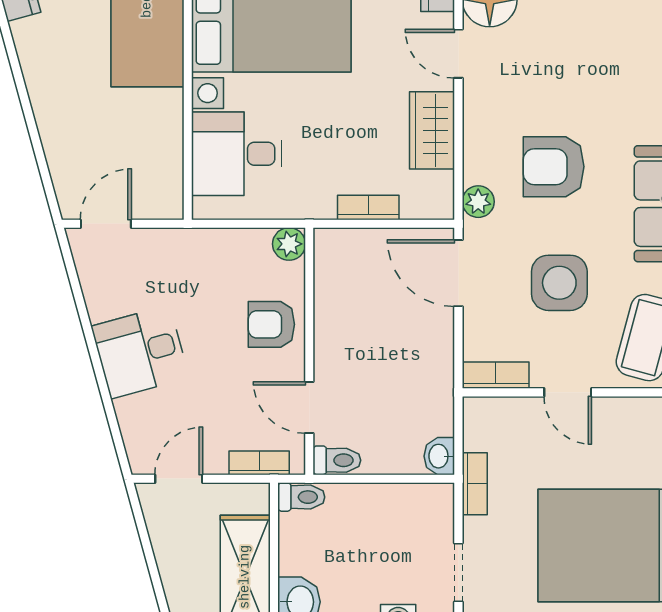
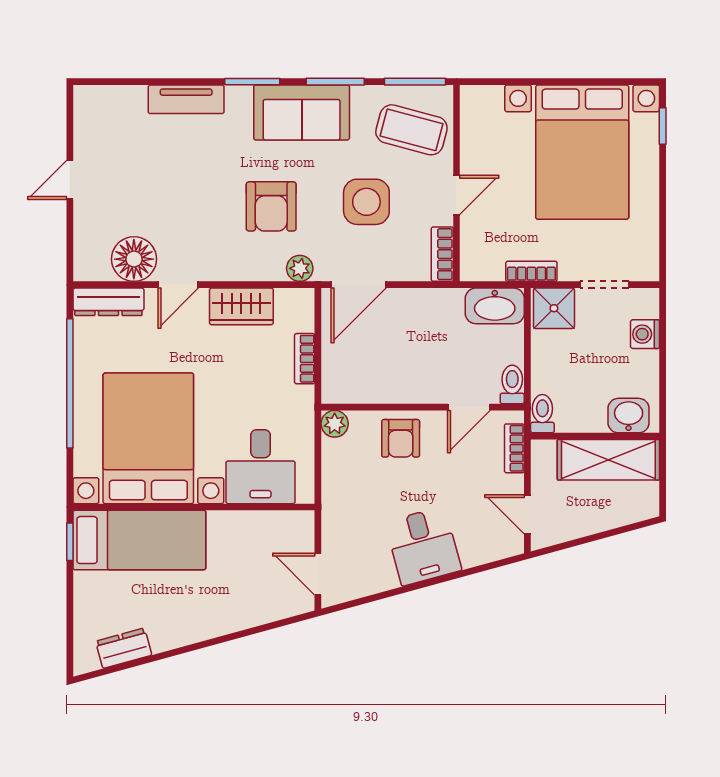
washbasin: (439, 456) -> (495, 306), width x1.91, depth x1.45
shower: (430, 511) -> (554, 308), added

